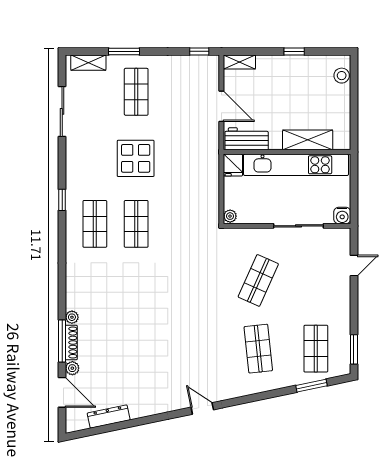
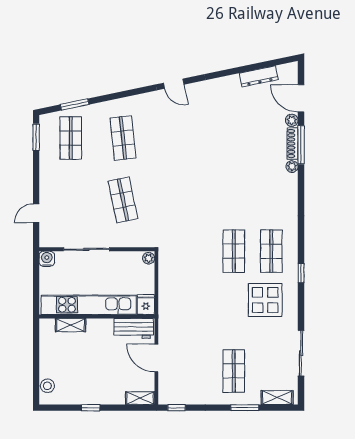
shelving: (308, 140) -> (71, 325), width x0.67, depth x0.75
display table: (136, 158) -> (265, 300), moved
shop shelf: (258, 280) -> (123, 200), turned -36

